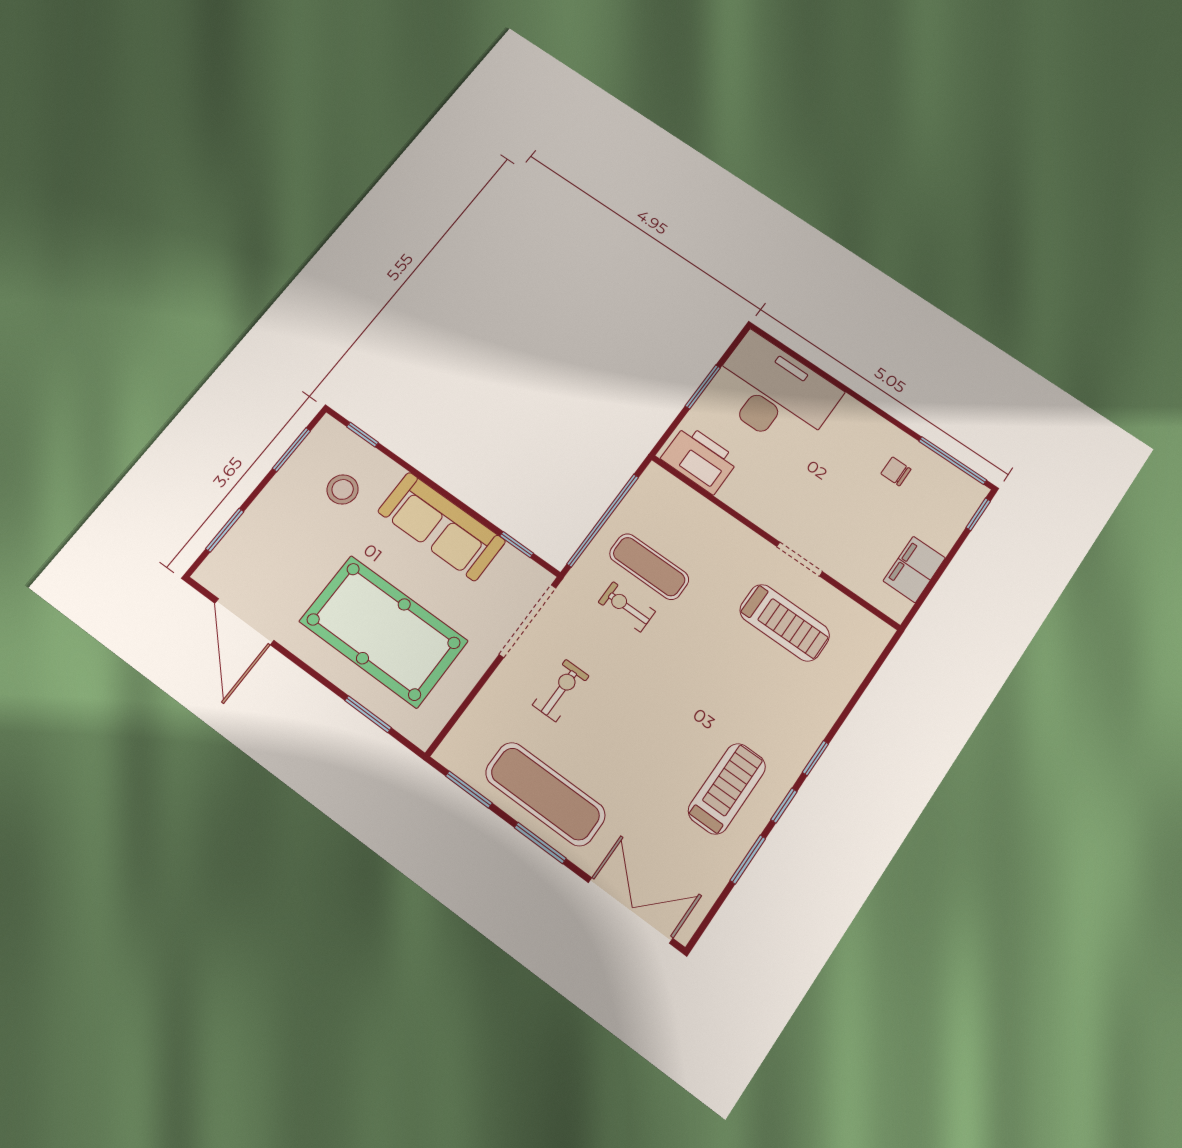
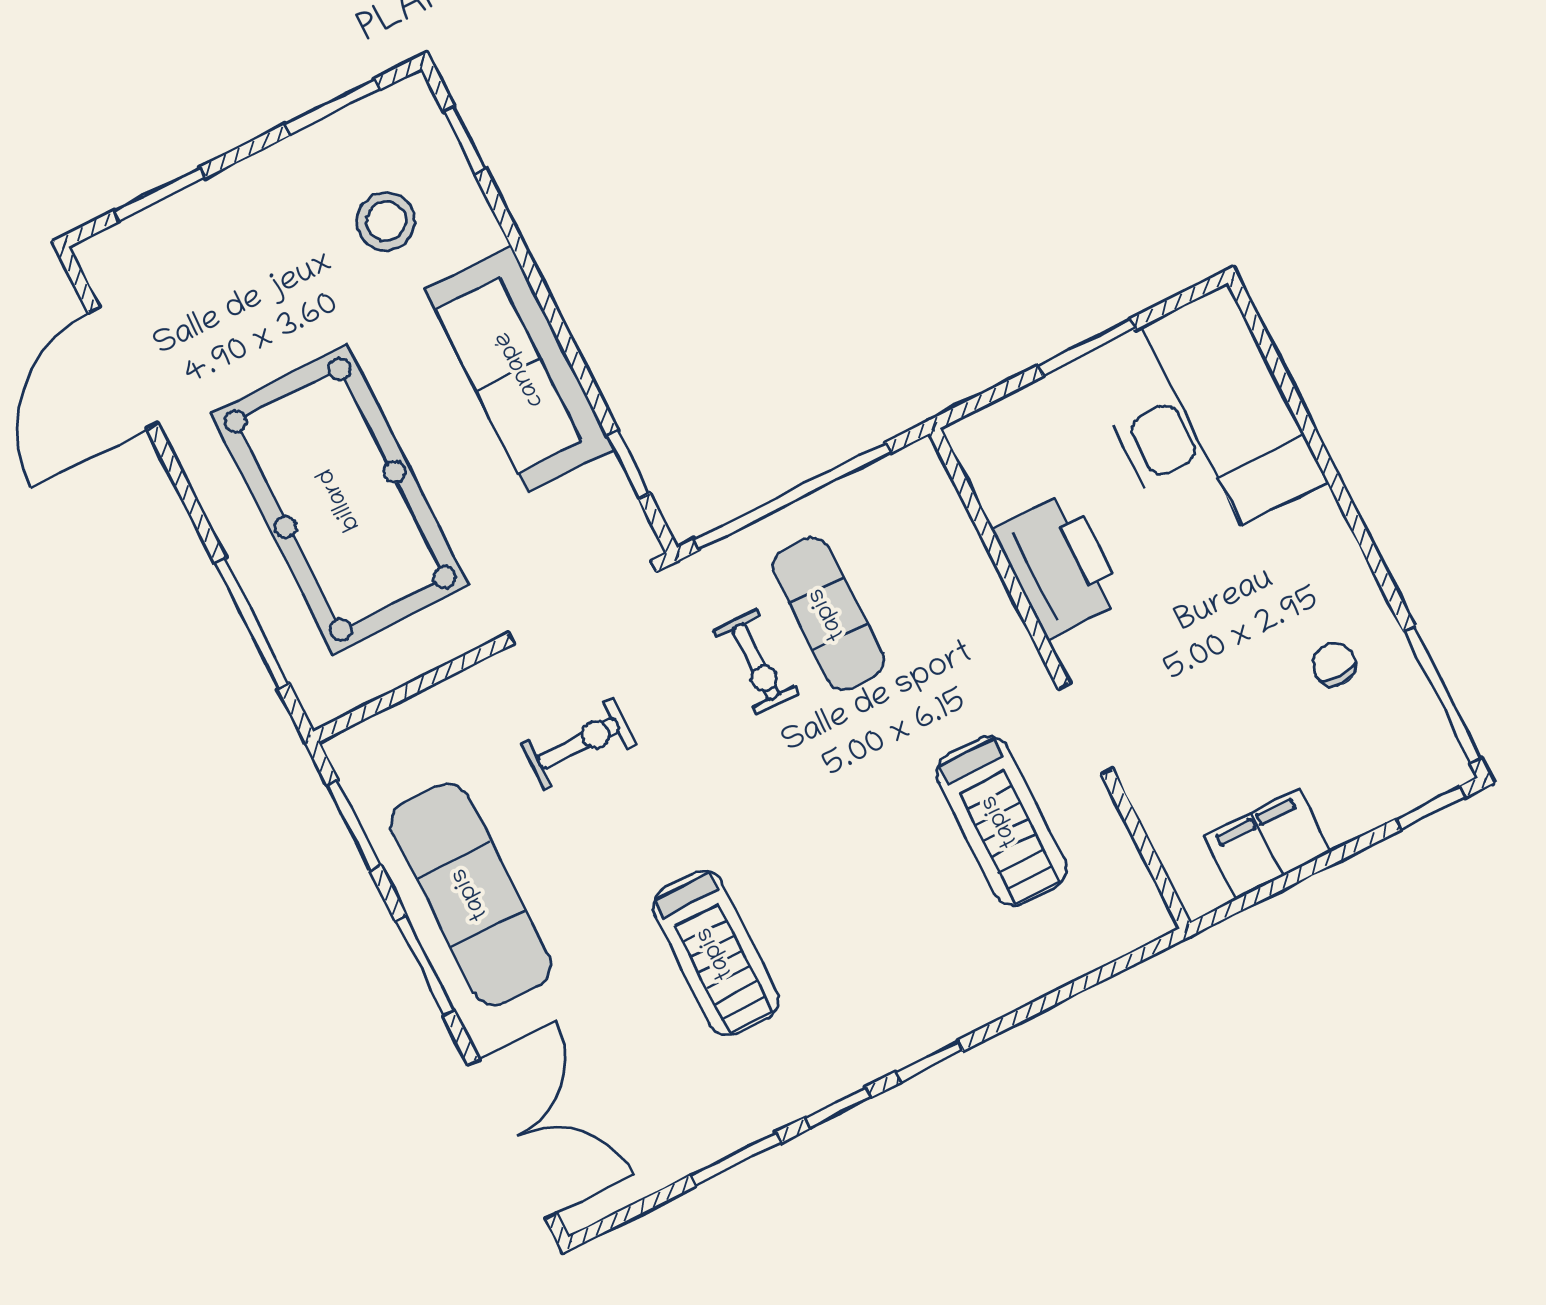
printer: (700, 459) -> (1059, 565), moved
exercise bike: (627, 607) -> (756, 662), turned 180
window: (368, 714) -> (252, 623), width x1.44
treadmill: (727, 789) -> (716, 953), moved, turned 90

